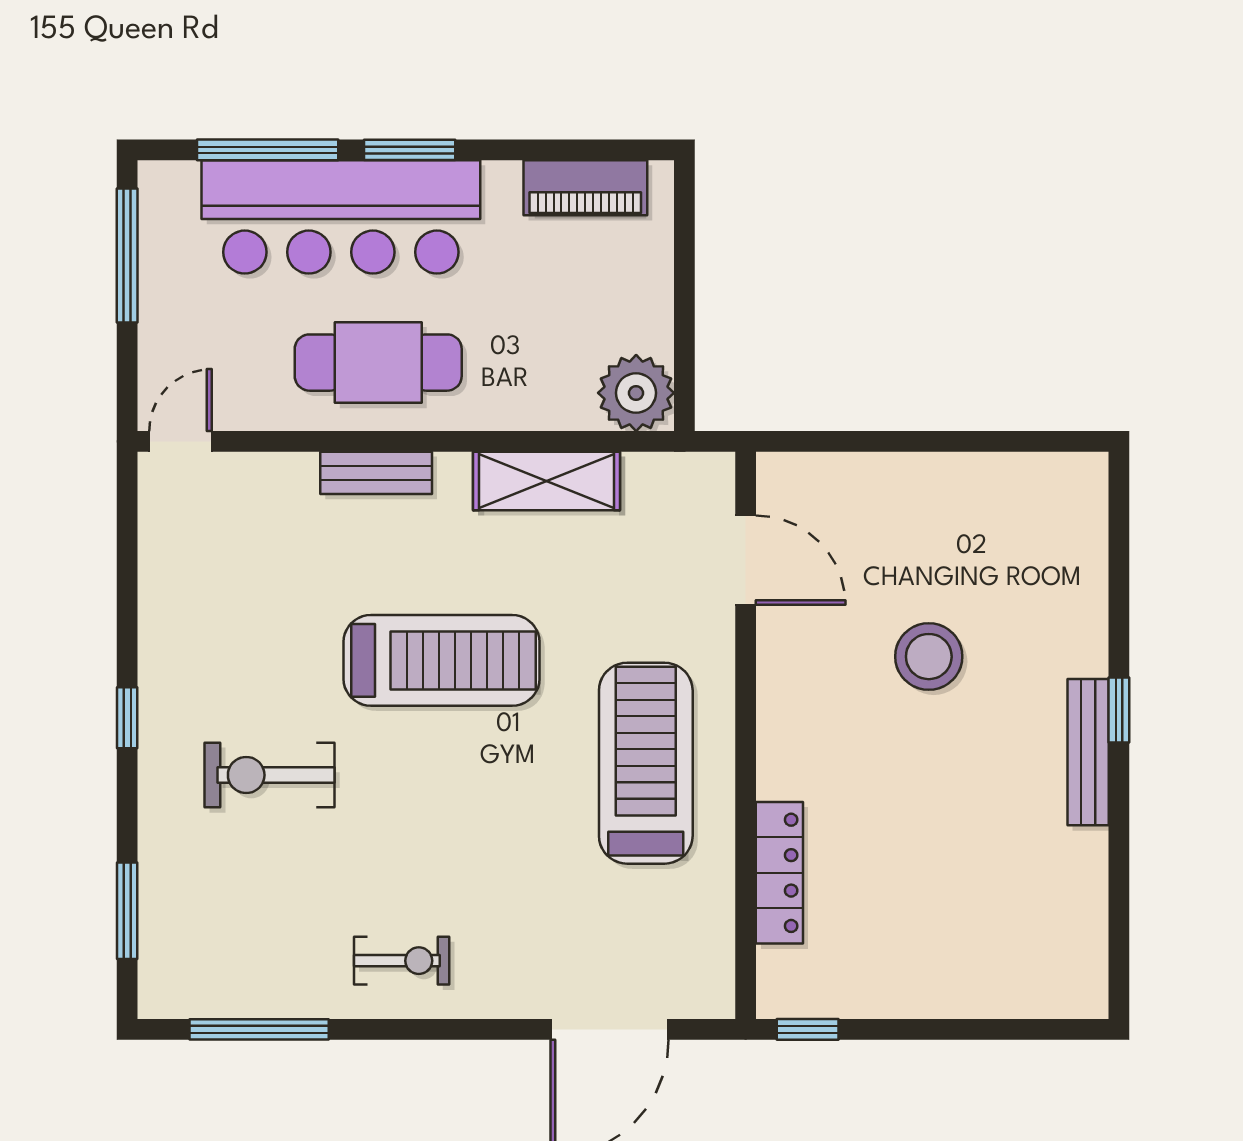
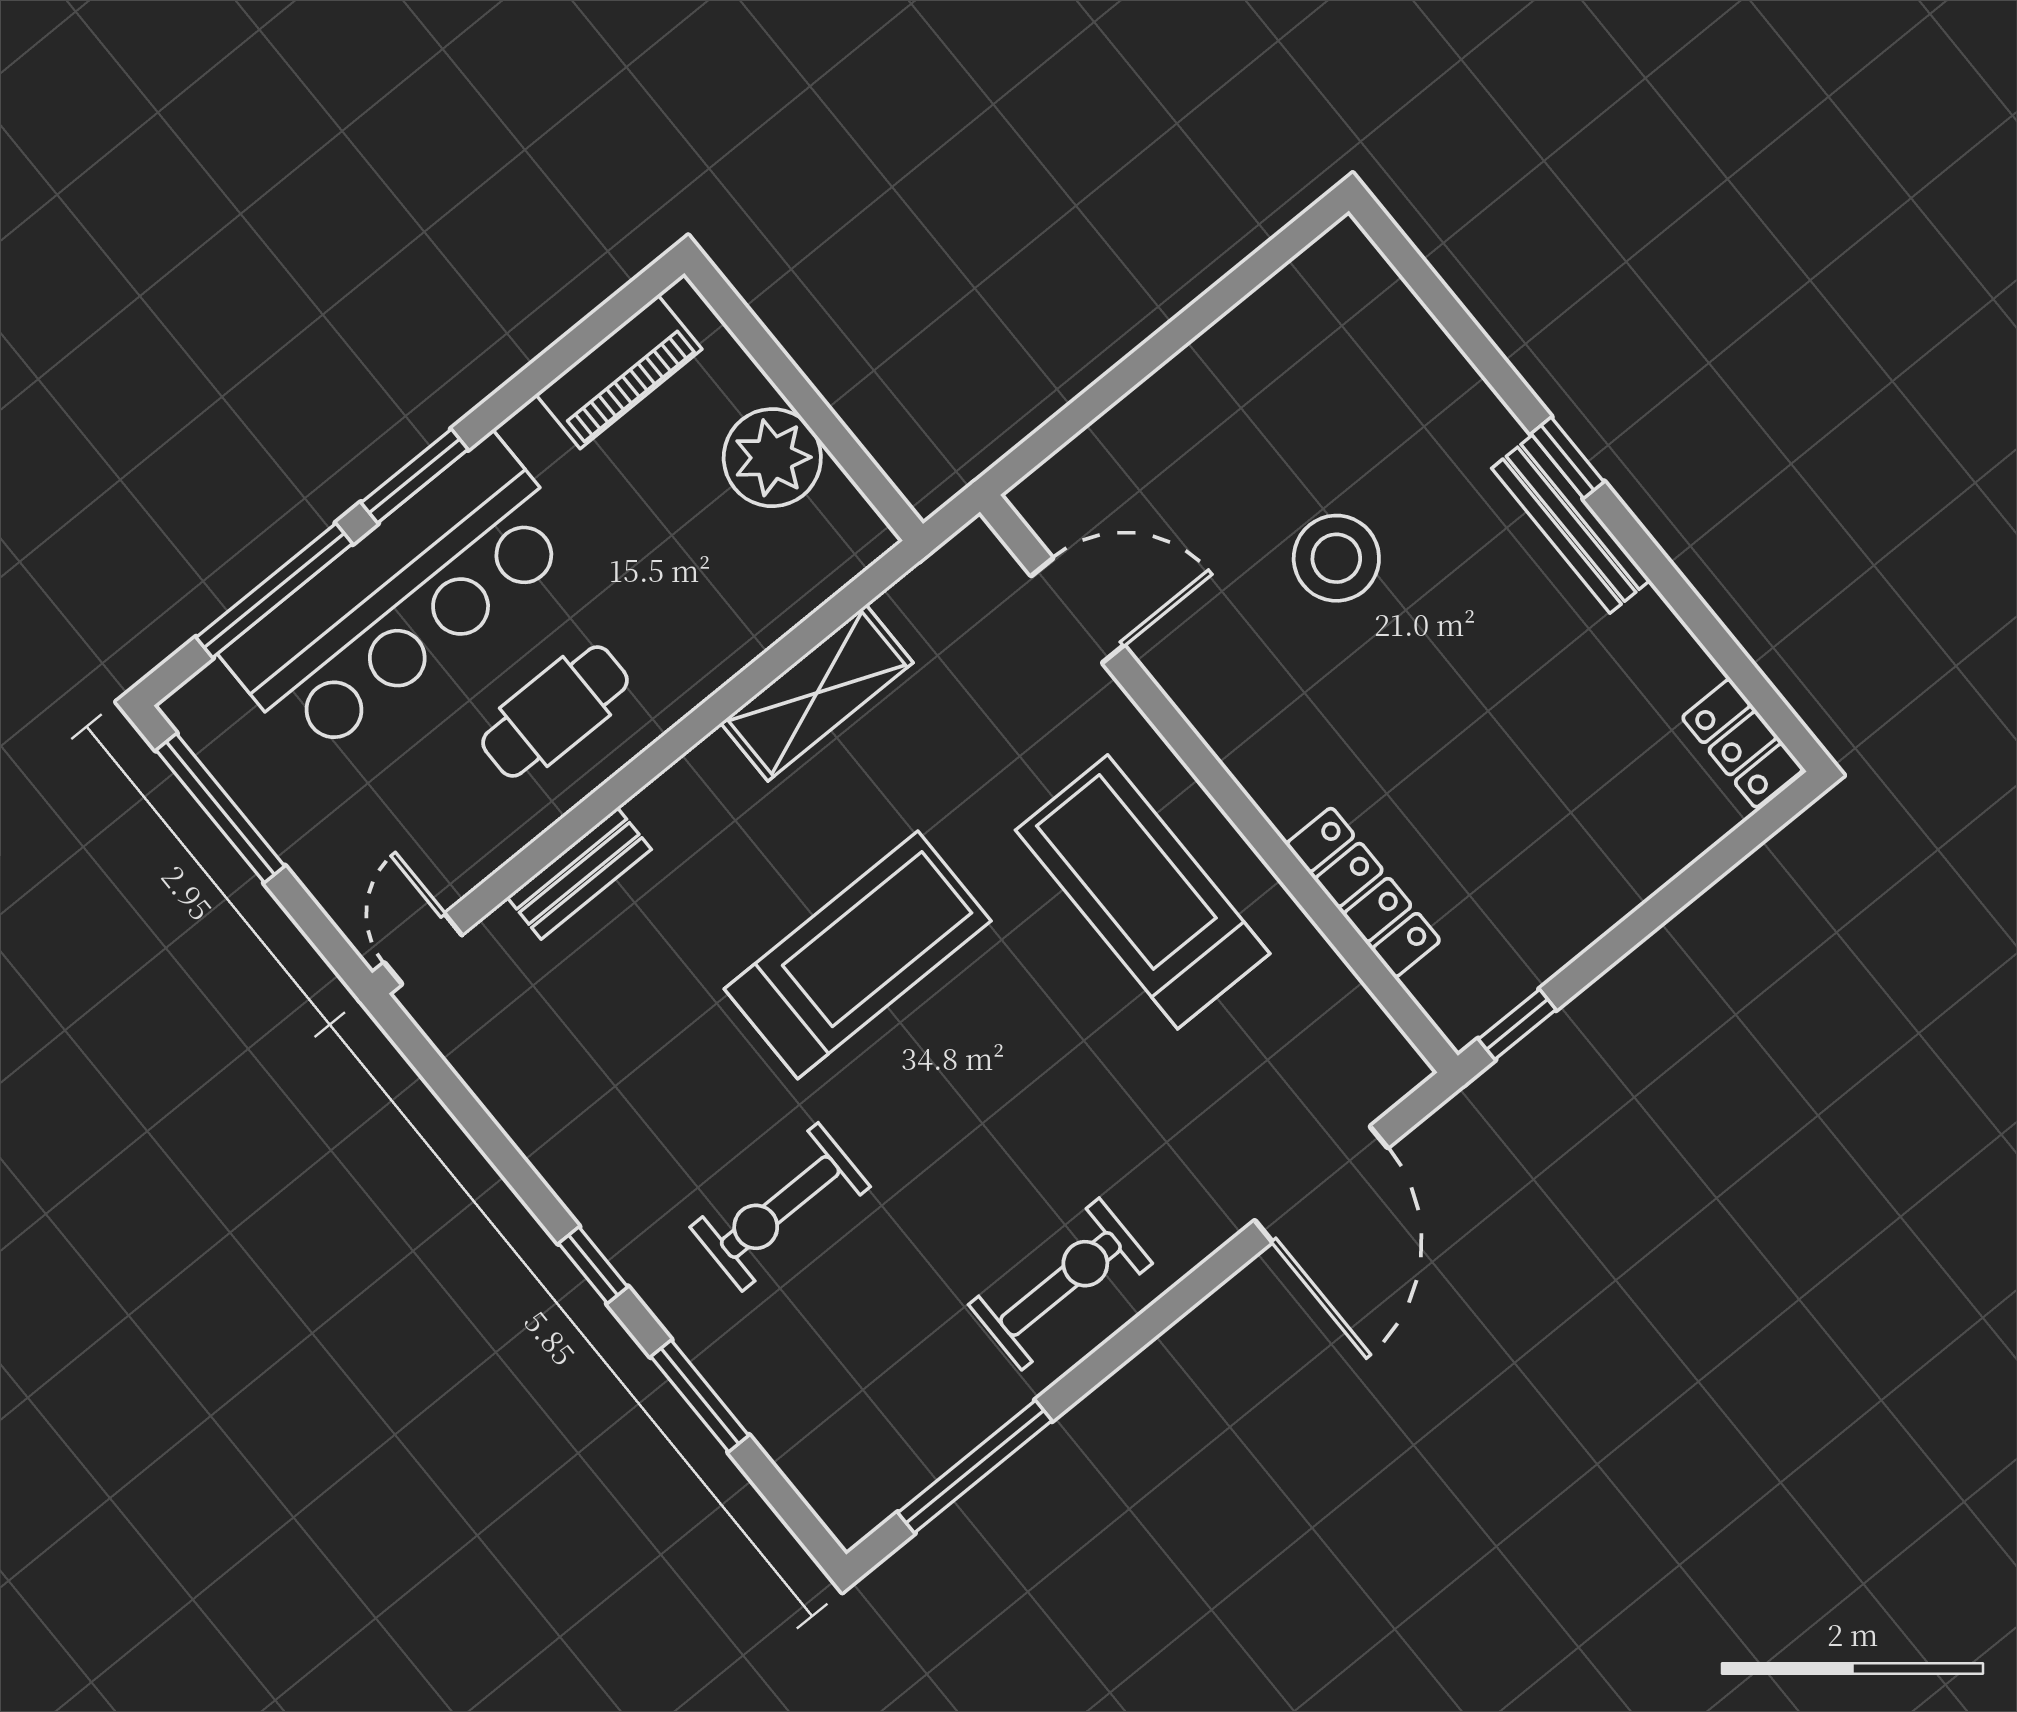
cafe table: (378, 363) -> (555, 711), width x0.73, depth x0.74
plant: (636, 393) -> (772, 458), moved
bench: (376, 473) -> (579, 873), moved
window: (127, 911) -> (700, 1396), moved
exercise bike: (402, 961) -> (1060, 1284), width x1.38, depth x1.39
locker: (1084, 970) -> (1743, 743), added

